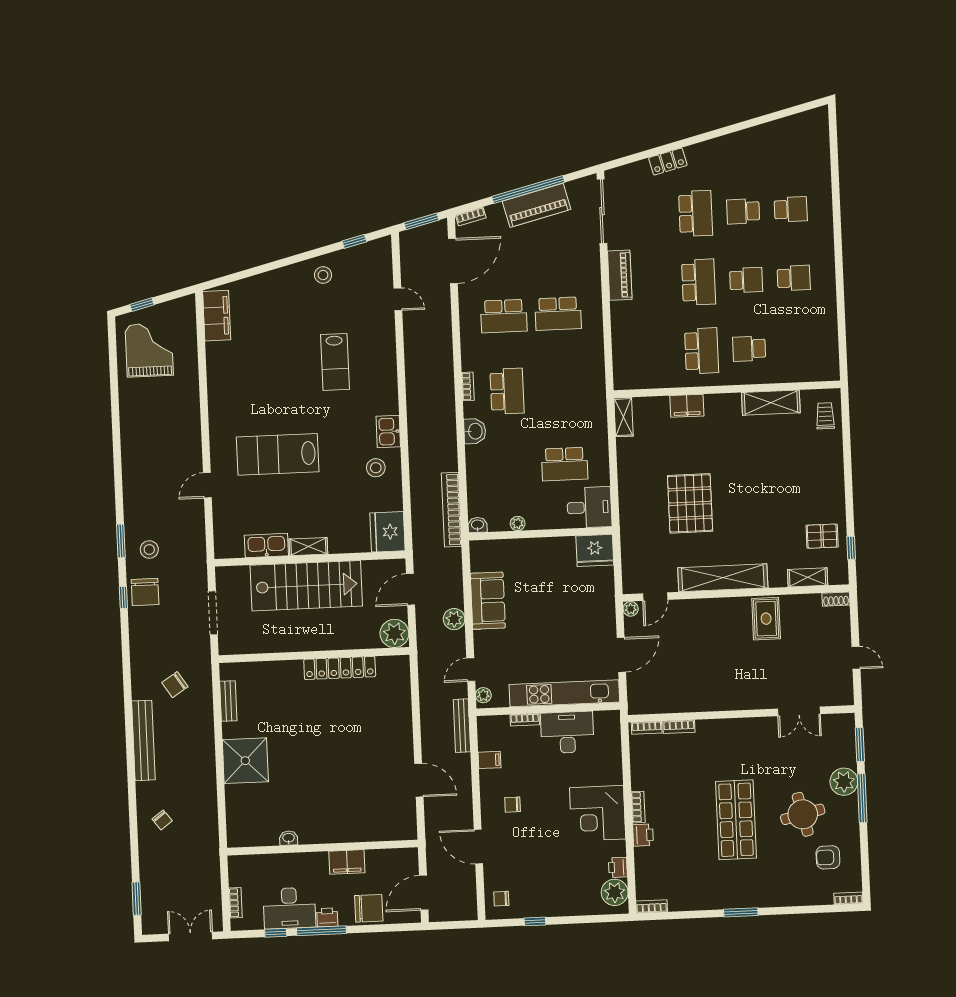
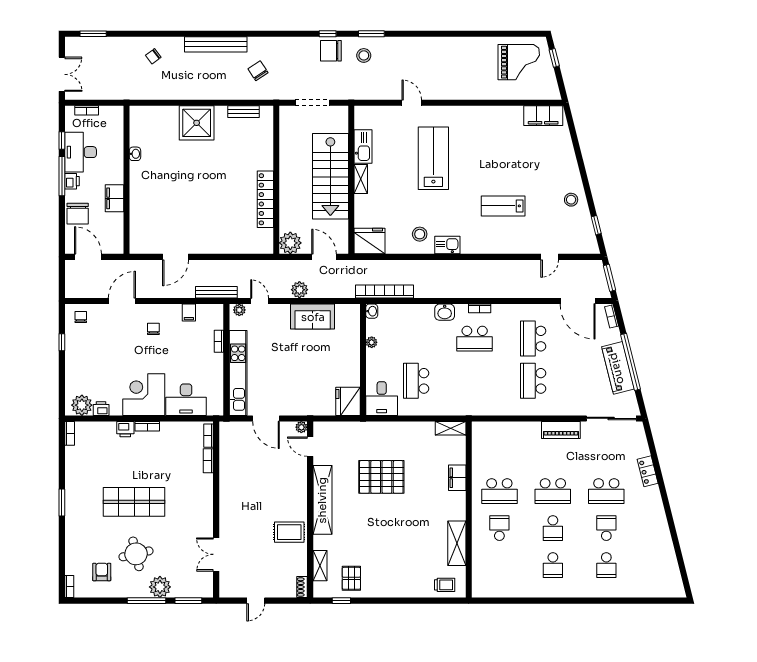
desk: (567, 732) -> (186, 400), moved, turned 90

